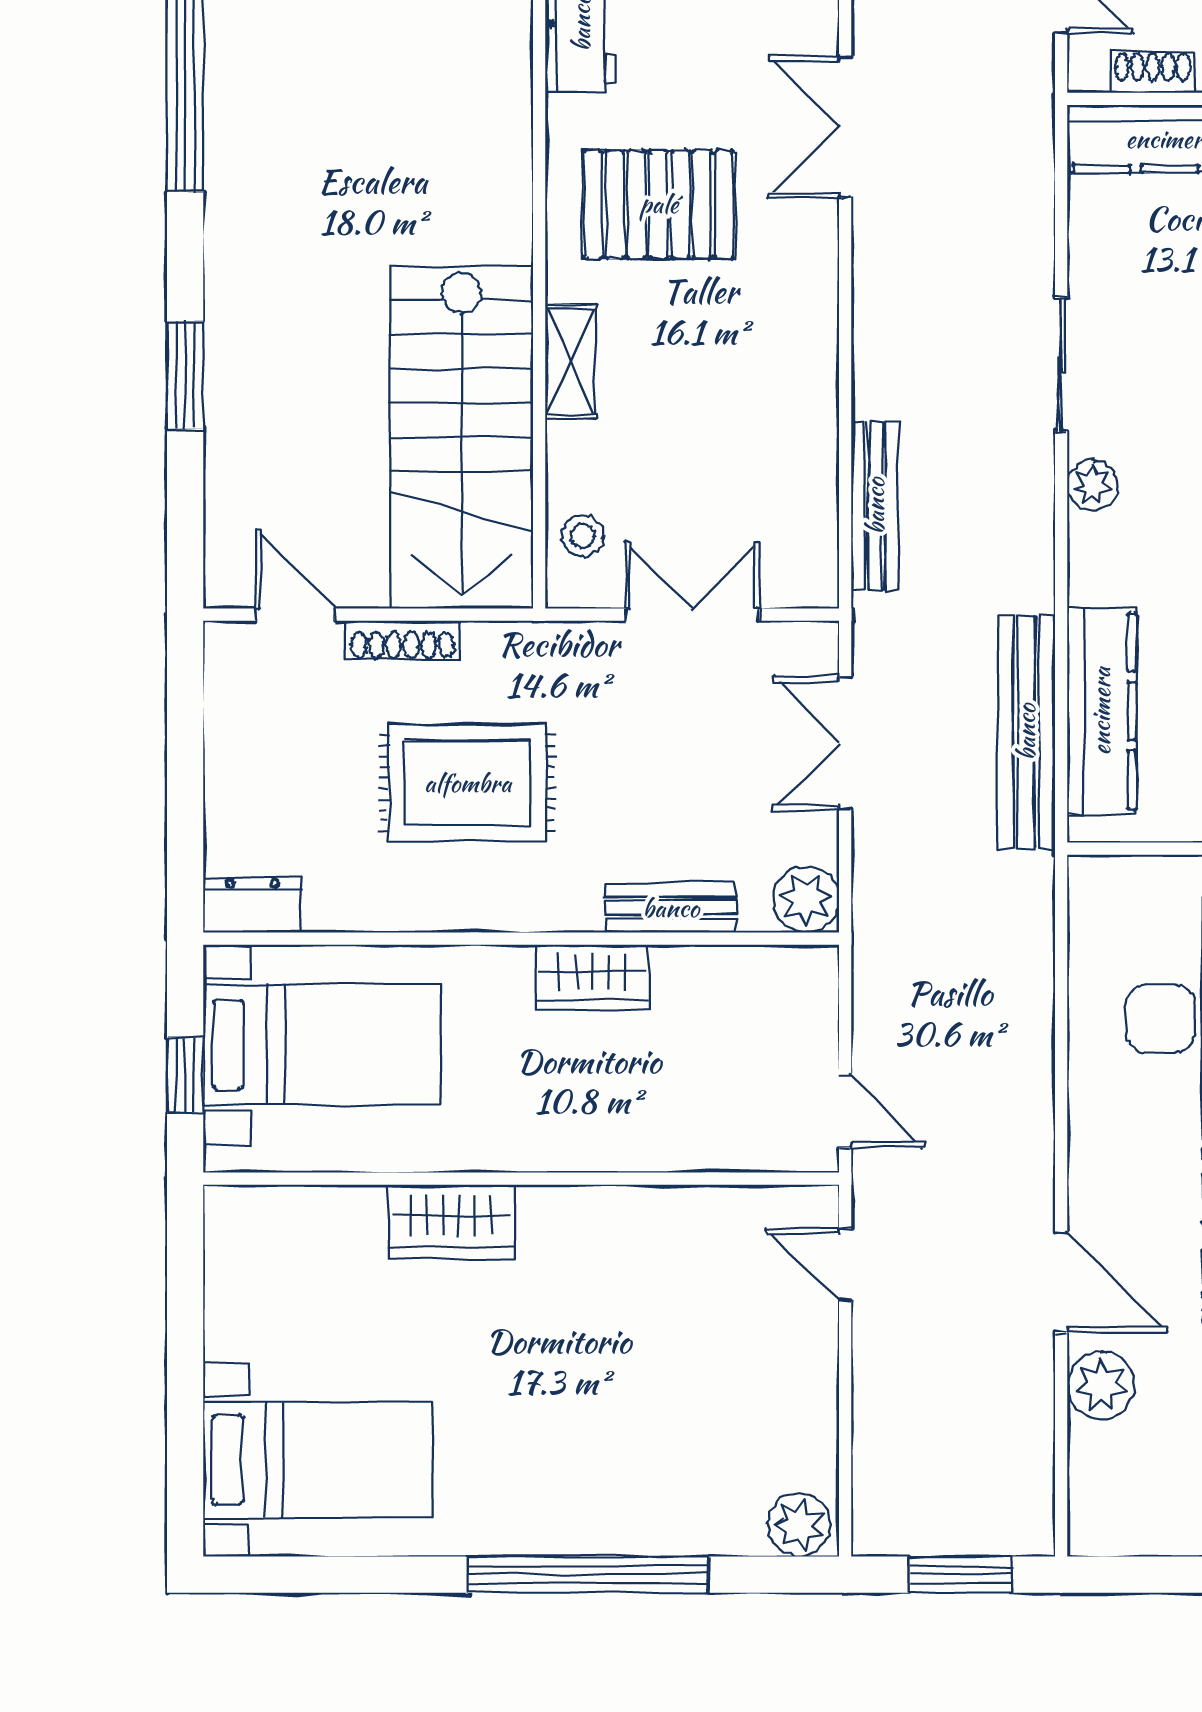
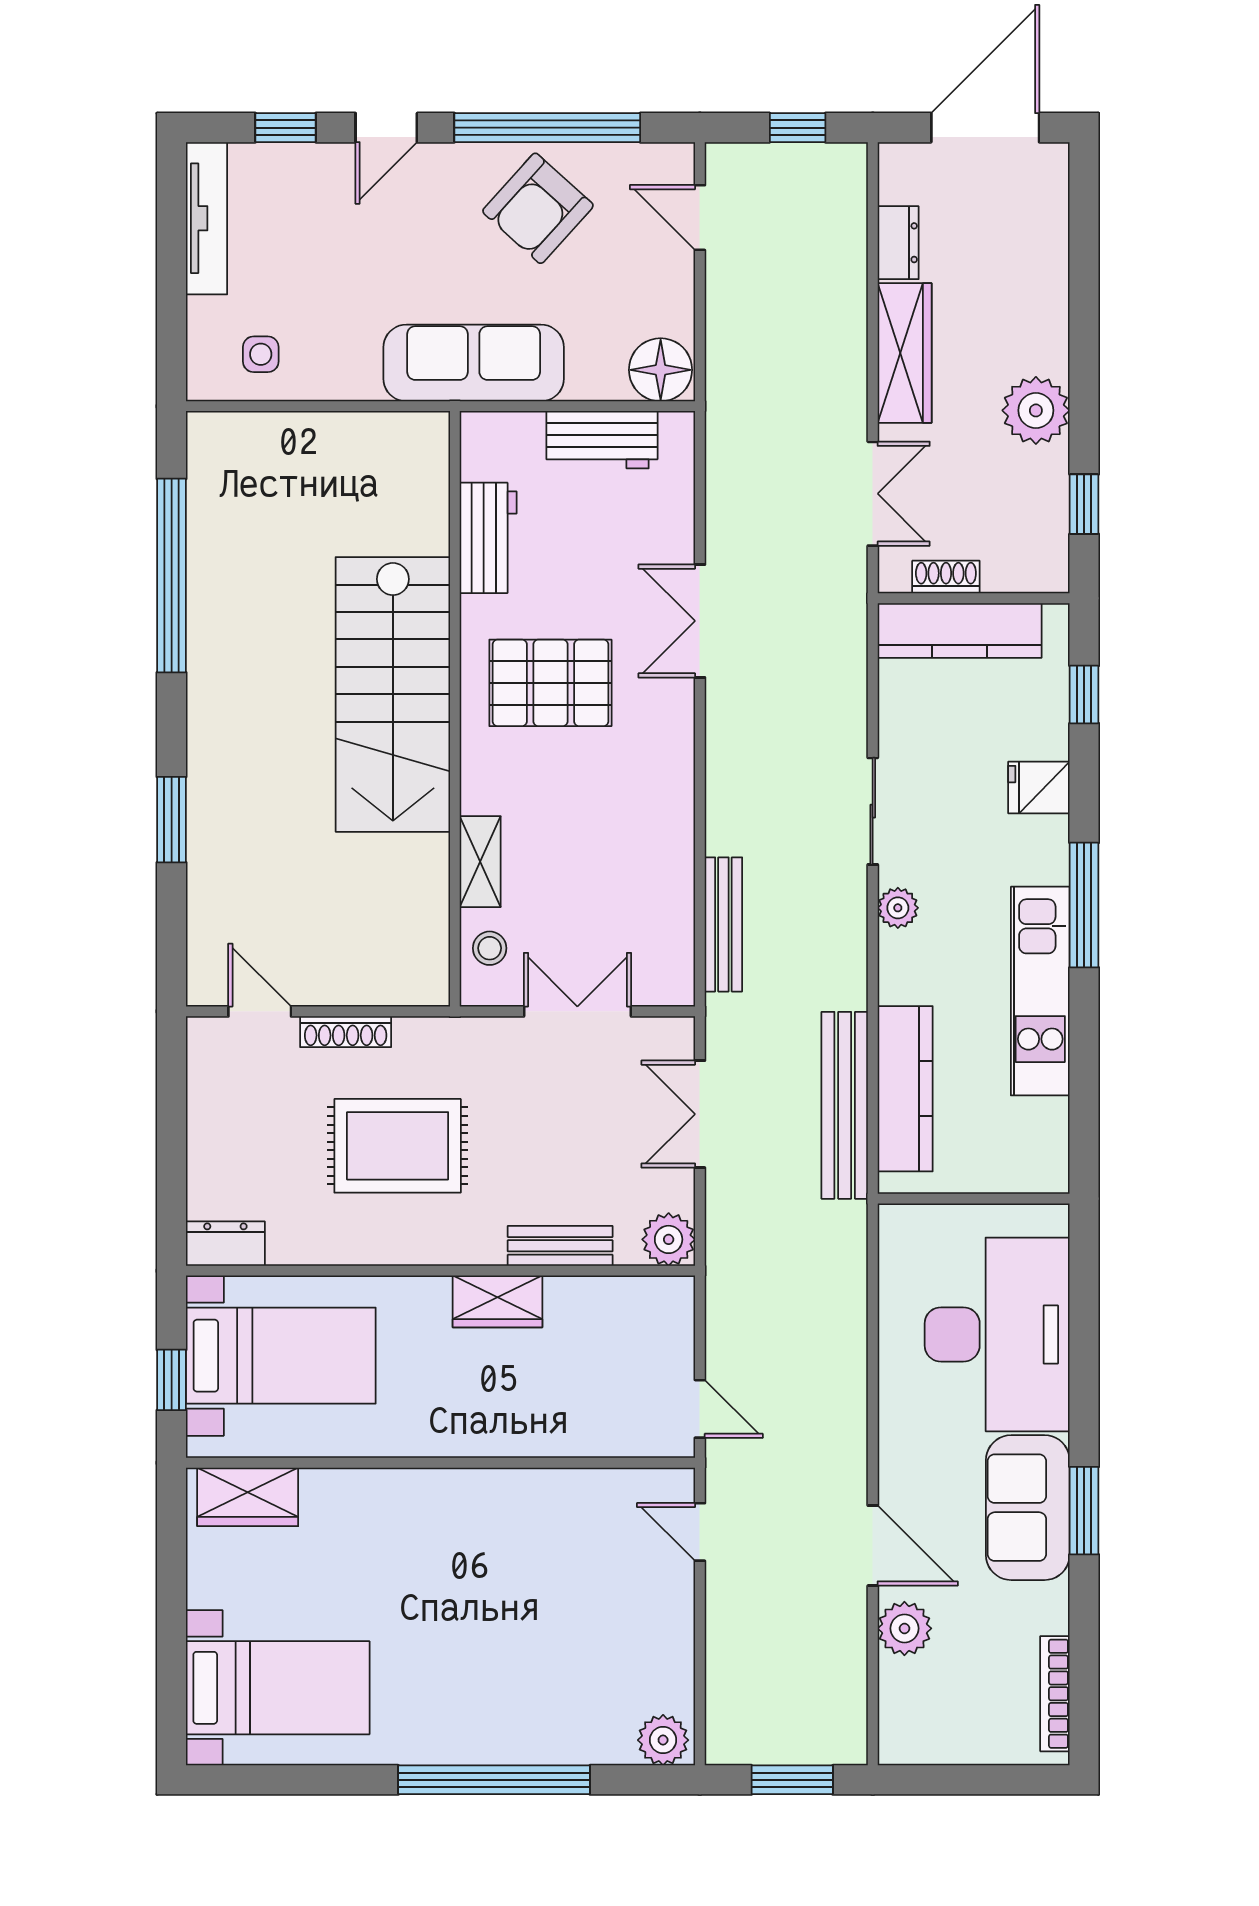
shelving: (571, 361) -> (480, 862), moved
stairs: (462, 437) -> (393, 694), moved
wardrobe: (451, 1221) -> (248, 1497), moved

